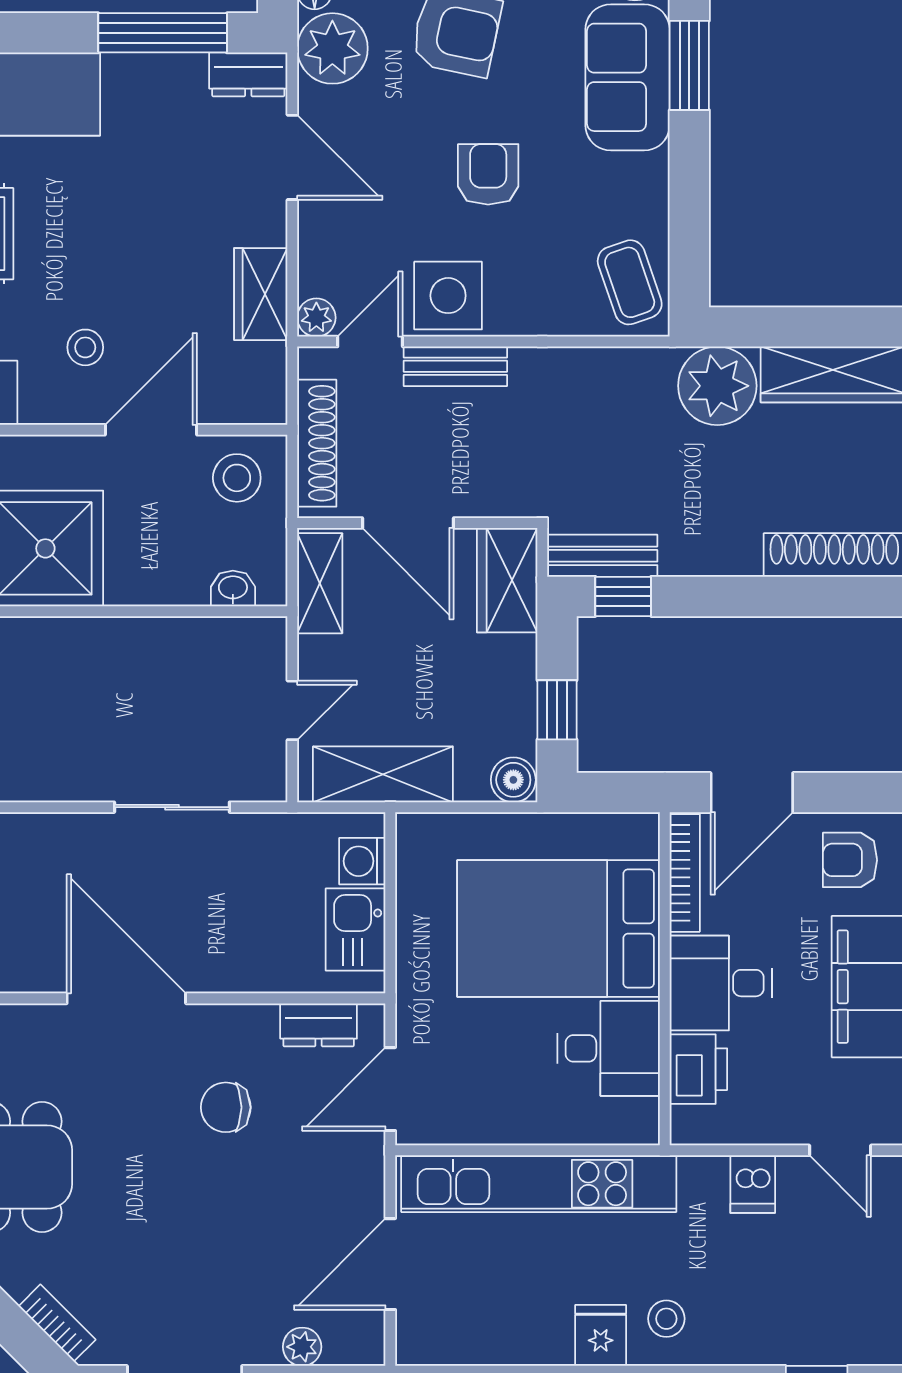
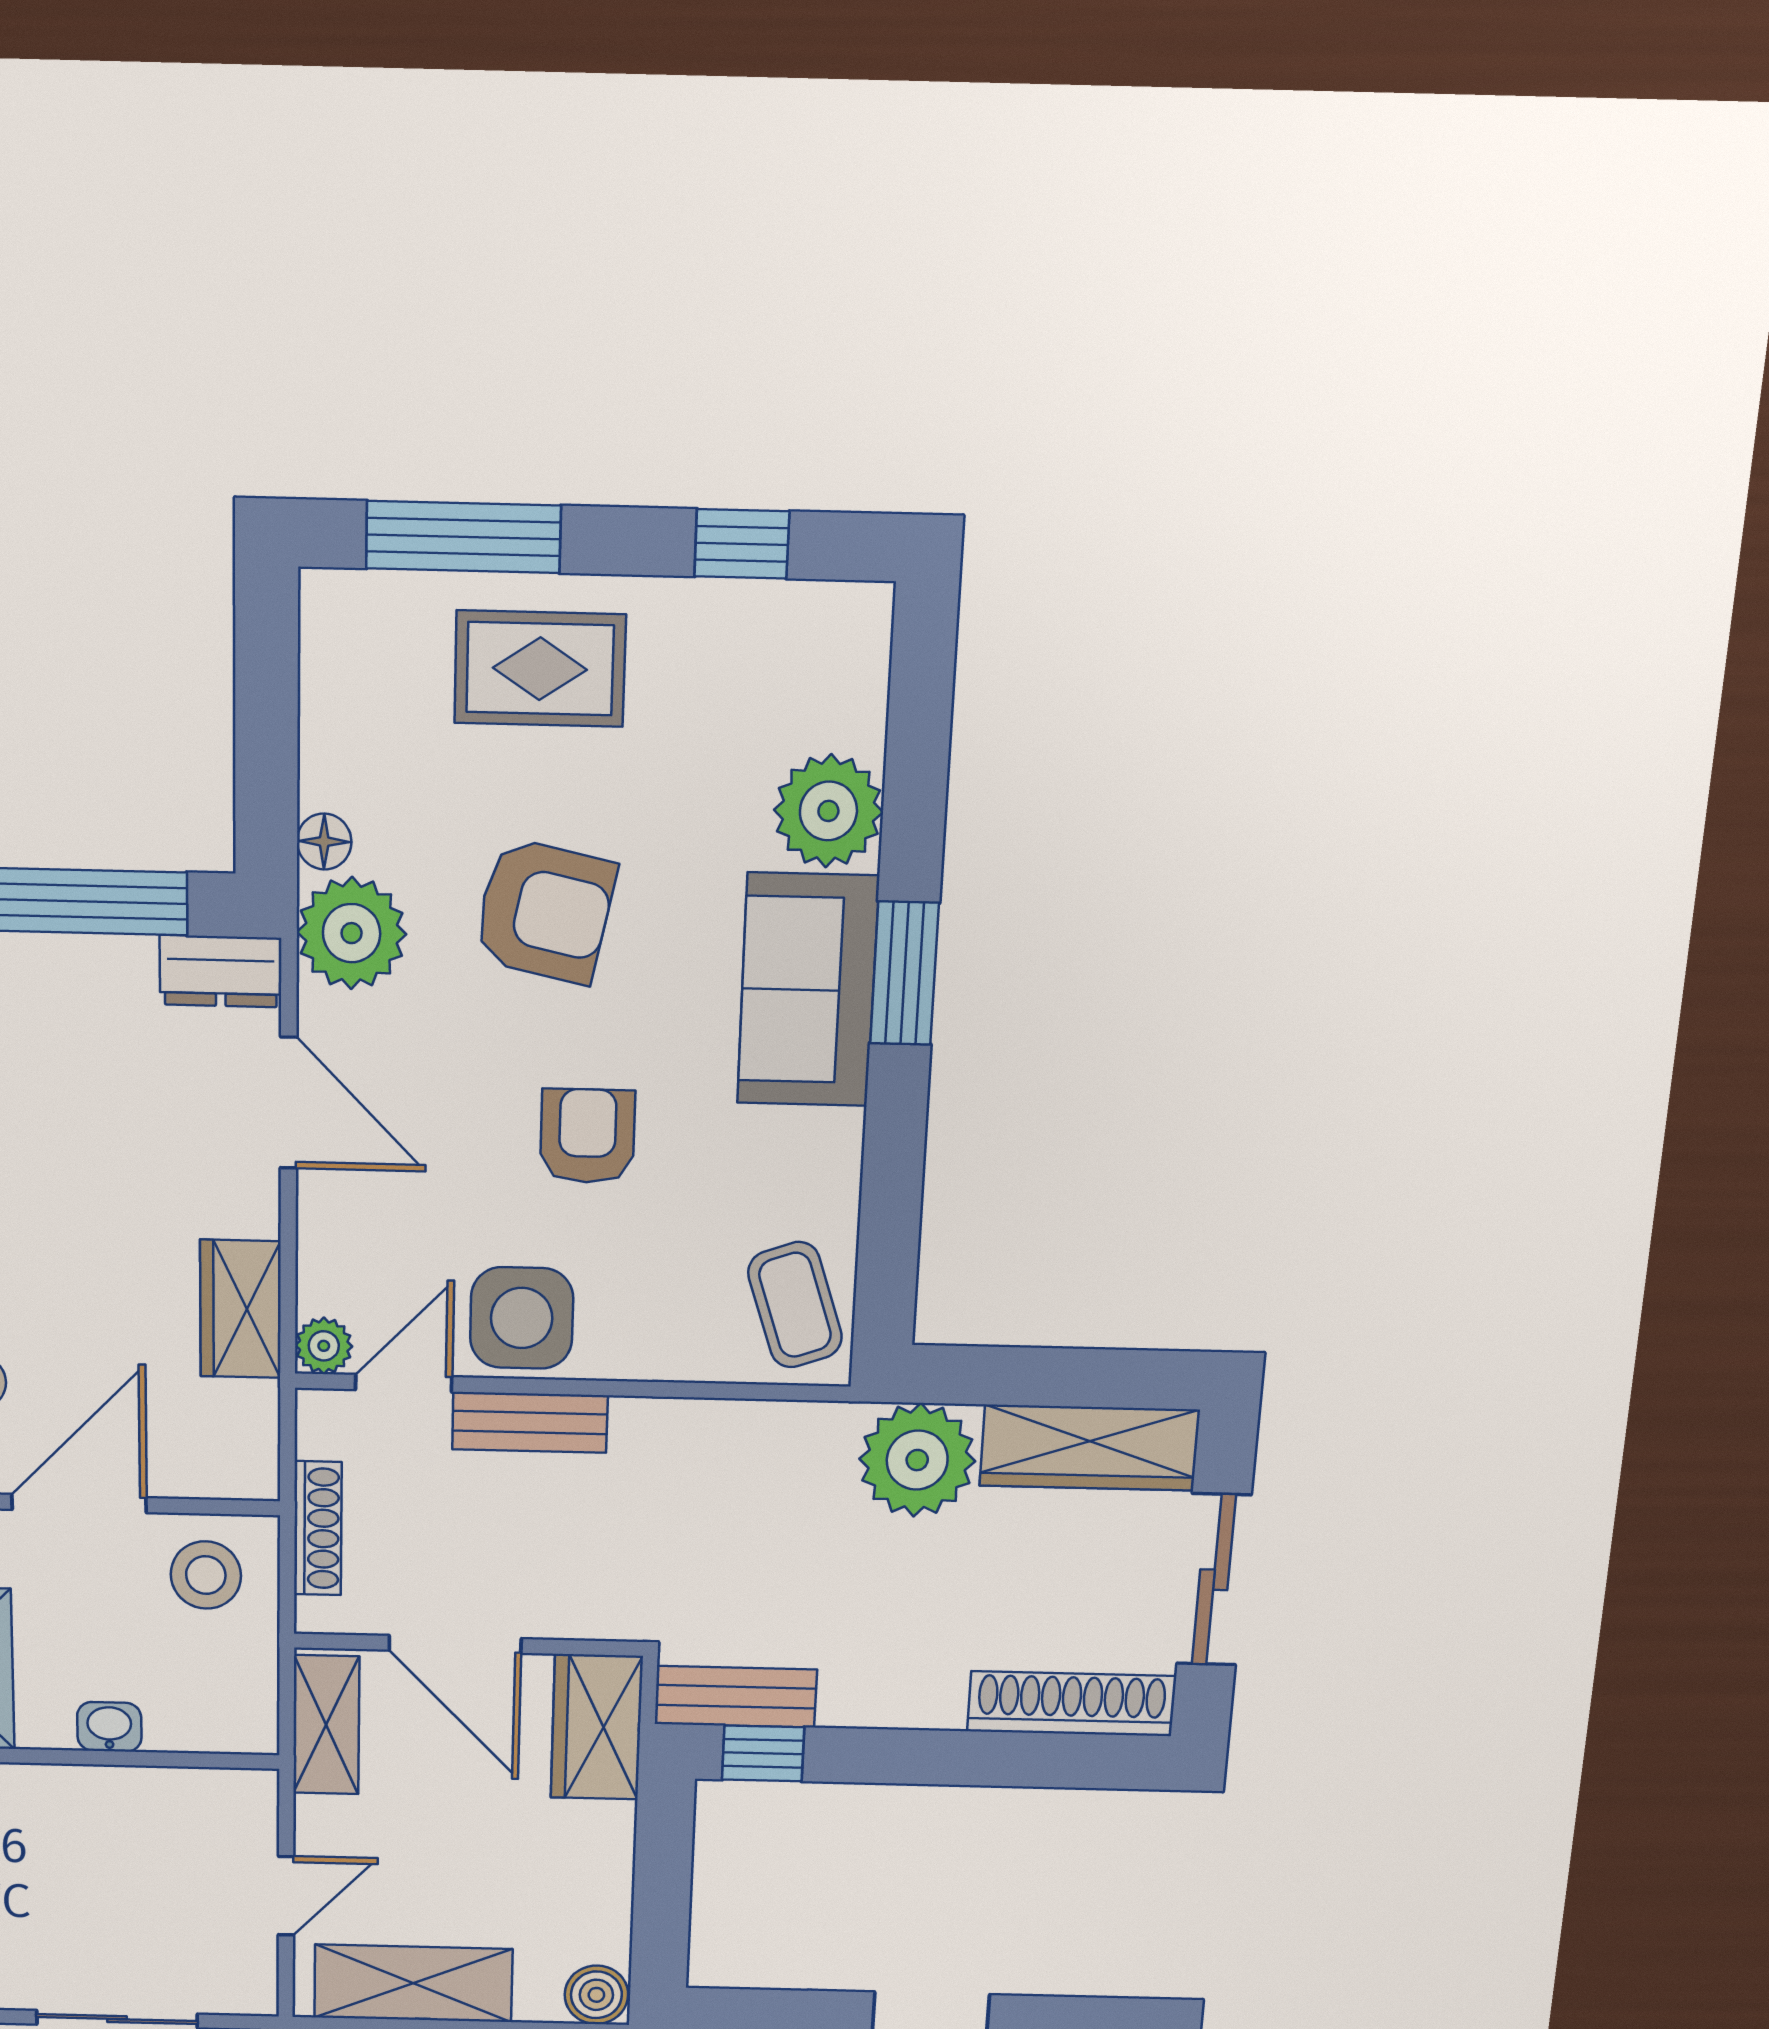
shoe rack: (317, 443) -> (318, 1528), width x0.74, depth x0.81
washbasin: (233, 588) -> (109, 1727), moved
window: (557, 710) -> (662, 1904), removed

